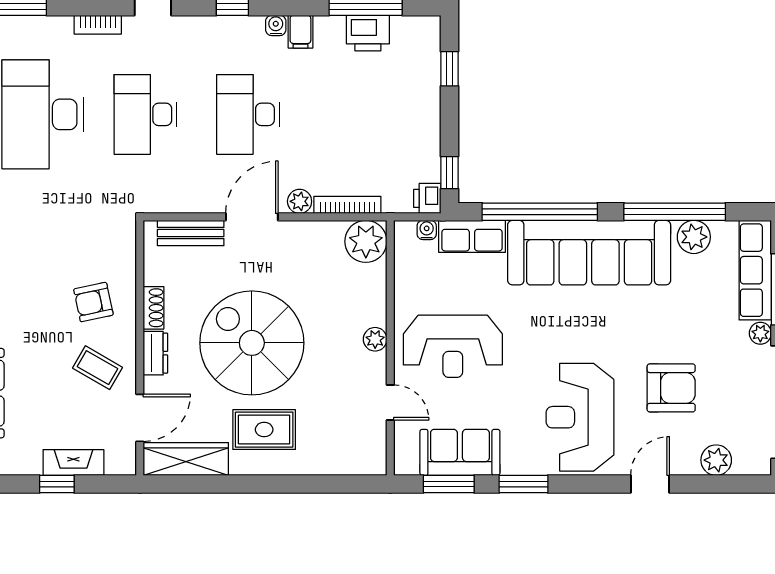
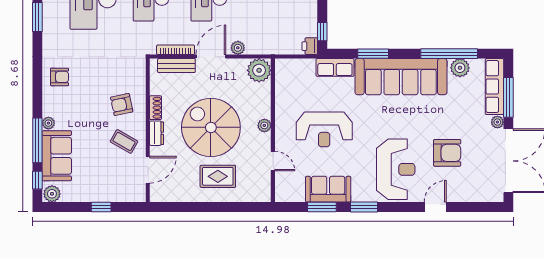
bookcase: (347, 205) -> (176, 50), moved
window: (540, 212) -> (373, 54), width x0.47
water cooler: (427, 230) -> (309, 64), removed
plant: (366, 241) -> (259, 70), moved
plant: (375, 339) -> (264, 125), moved
wall: (390, 348) -> (273, 130), moved
door: (390, 402) -> (273, 161), moved
reception desk: (580, 417) -> (396, 169), turned 180
wardrobe: (186, 459) -> (174, 193), removed
plant: (716, 460) -> (472, 194), removed
fireplace: (73, 463) -> (110, 195), removed

